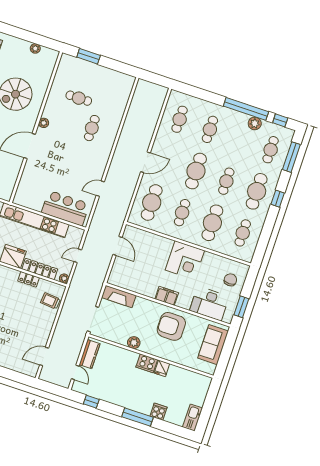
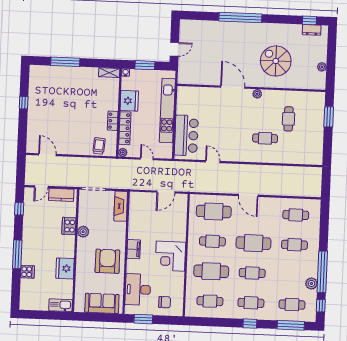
cafe table: (257, 191) -> (251, 303), width x0.73, depth x0.74
cooker: (147, 363) -> (69, 226), moved
fridge: (162, 368) -> (65, 268), width x1.88, depth x1.34
kitchen sink: (193, 418) -> (61, 305), moved

